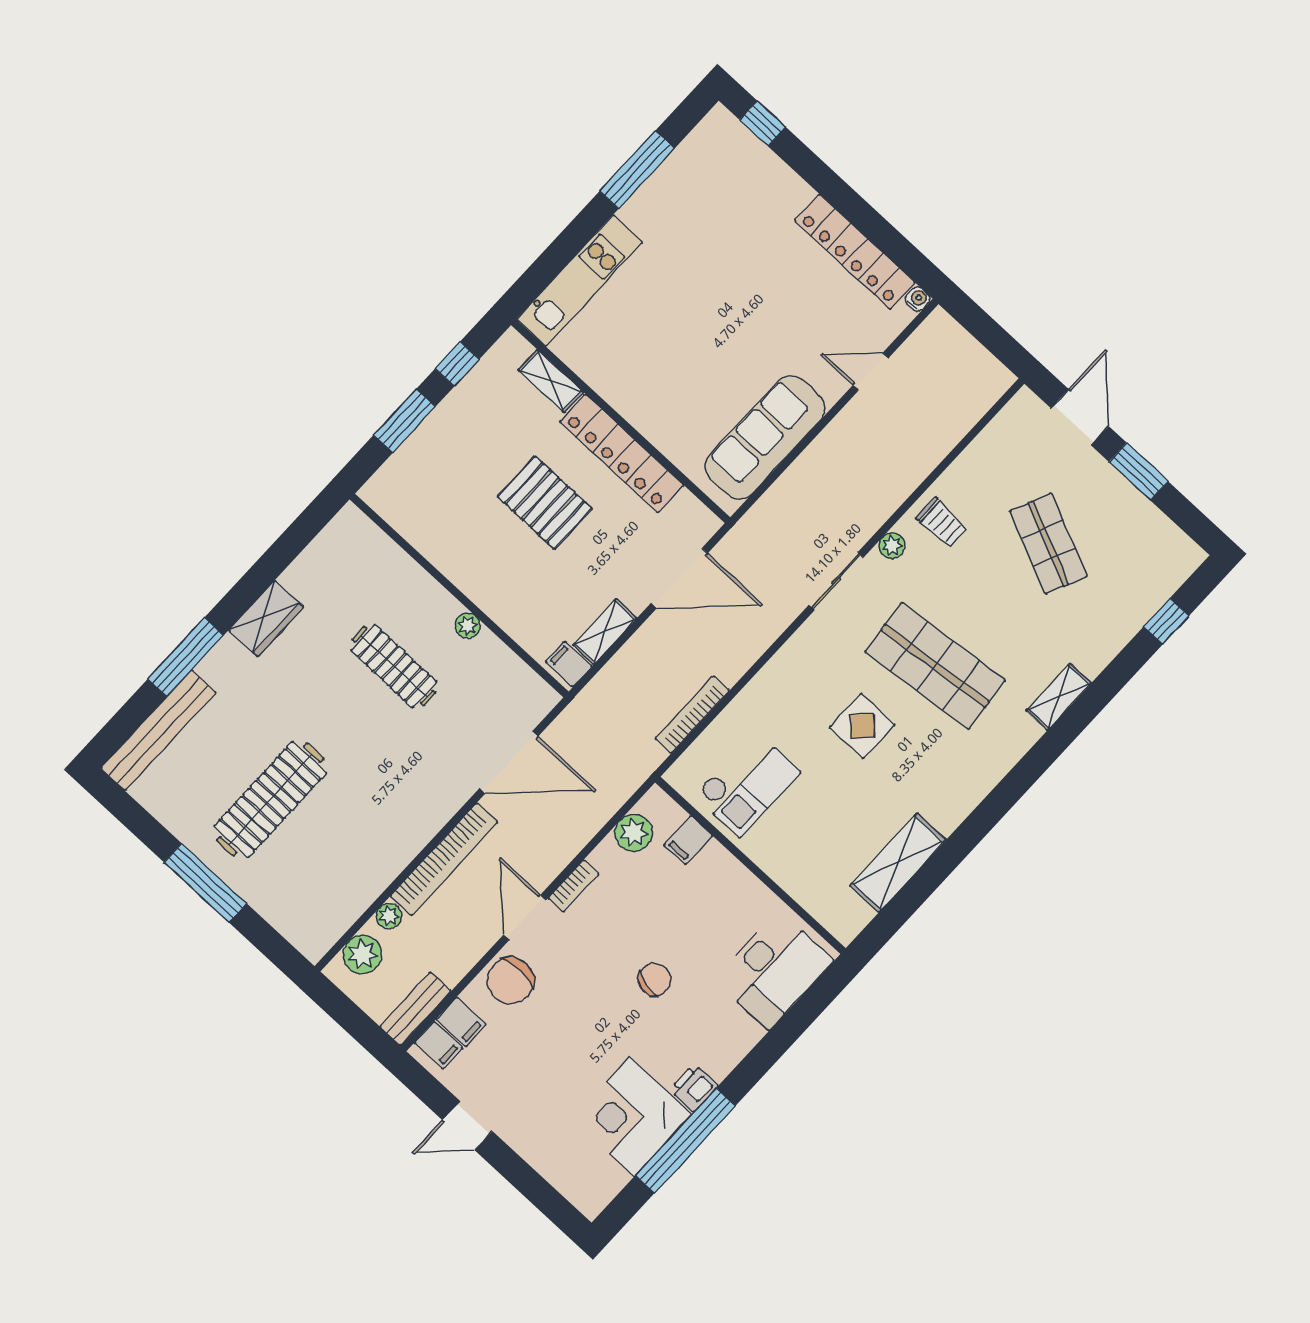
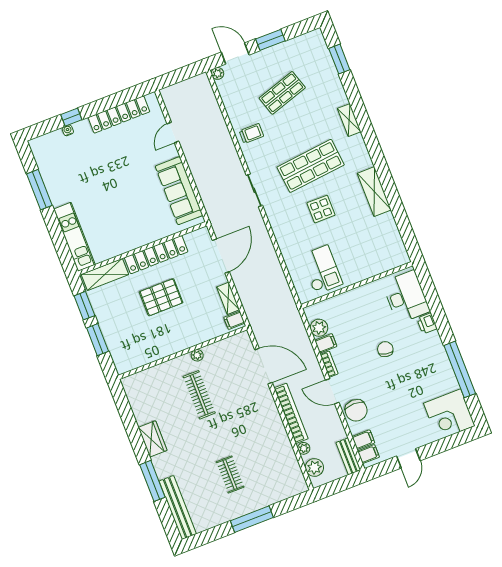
window: (763, 123) -> (71, 117), moved
water cooler: (918, 299) -> (68, 130), moved
window: (457, 364) -> (84, 306), width x1.50
shelving: (551, 381) -> (105, 274), width x1.50, depth x1.33
shop shelf: (1048, 544) -> (282, 93), turned -42
plant: (892, 546) -> (217, 73), moved
window: (1166, 621) -> (339, 59), width x1.50
clothes rail: (394, 666) -> (199, 395), turned 90
bookcase: (692, 715) -> (281, 279), removed
door: (509, 762) -> (263, 366), hinge flipped
clothes rail: (270, 799) -> (230, 474), width x0.54, depth x0.76
filing cabinet: (688, 840) -> (326, 343), moved, turned -90
shelving: (898, 863) -> (374, 192), moved
printer: (694, 1088) -> (427, 323), moved
corner desk: (632, 1117) -> (449, 415), moved

